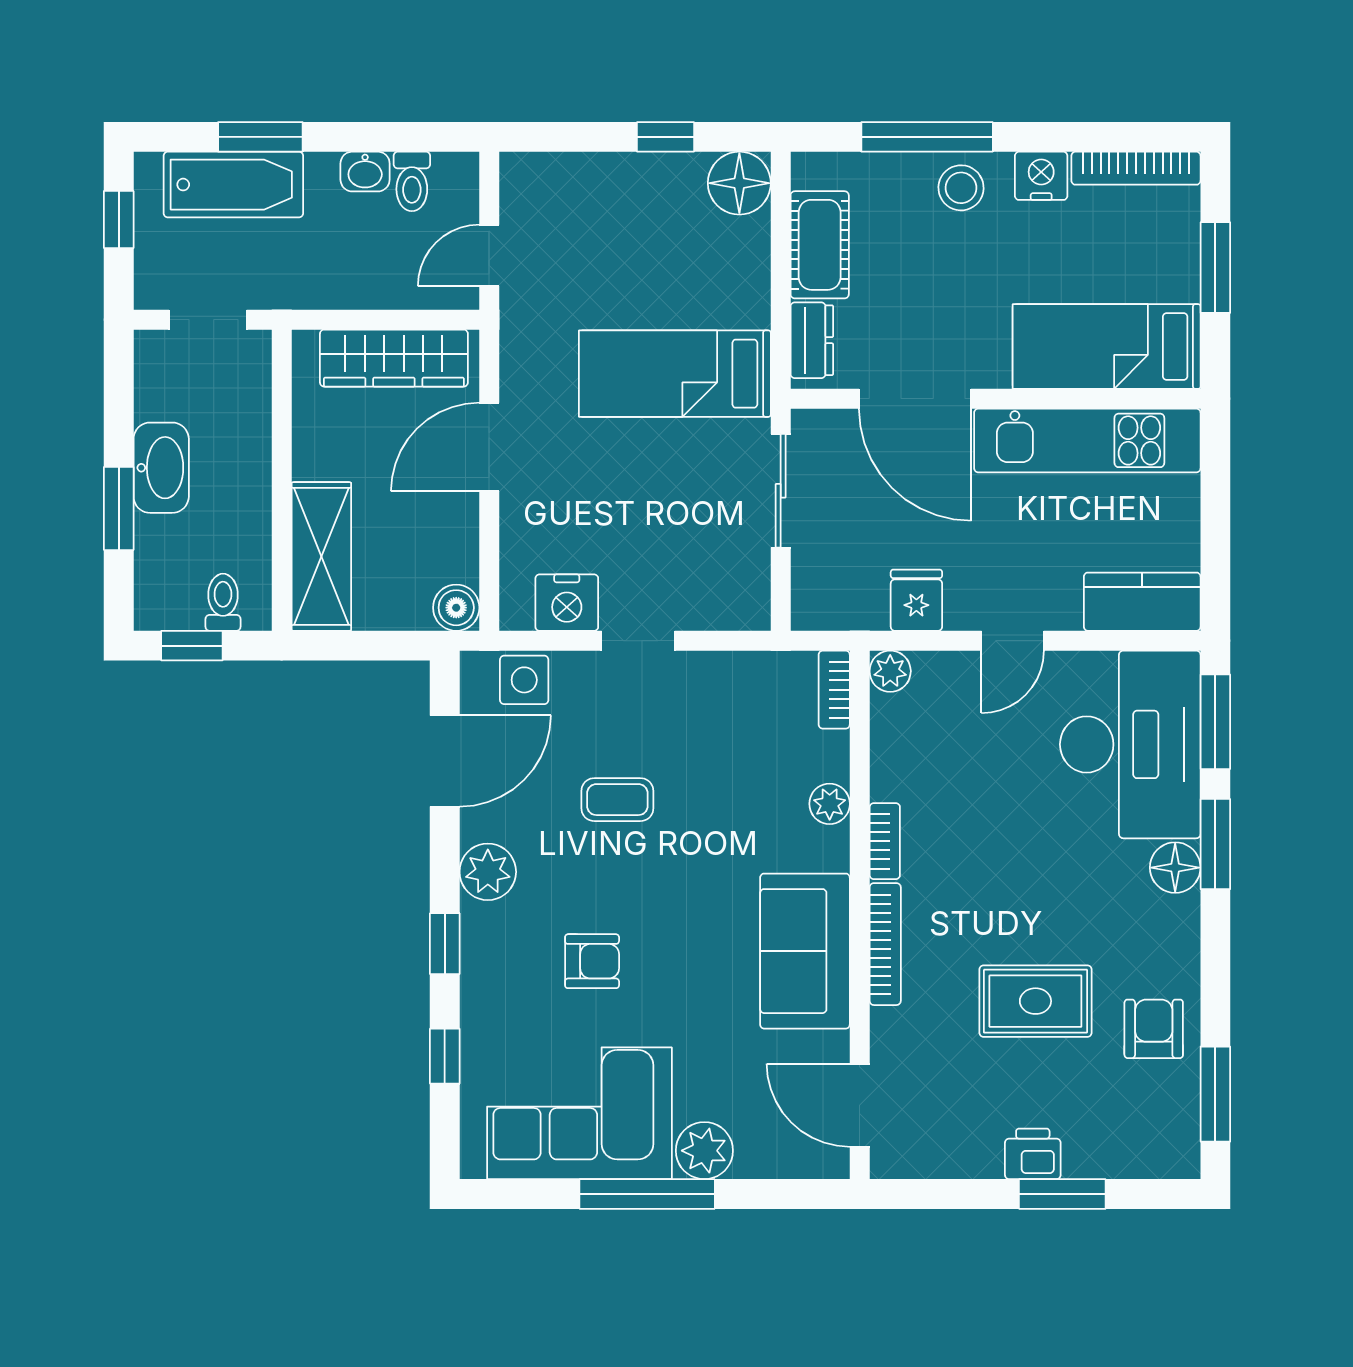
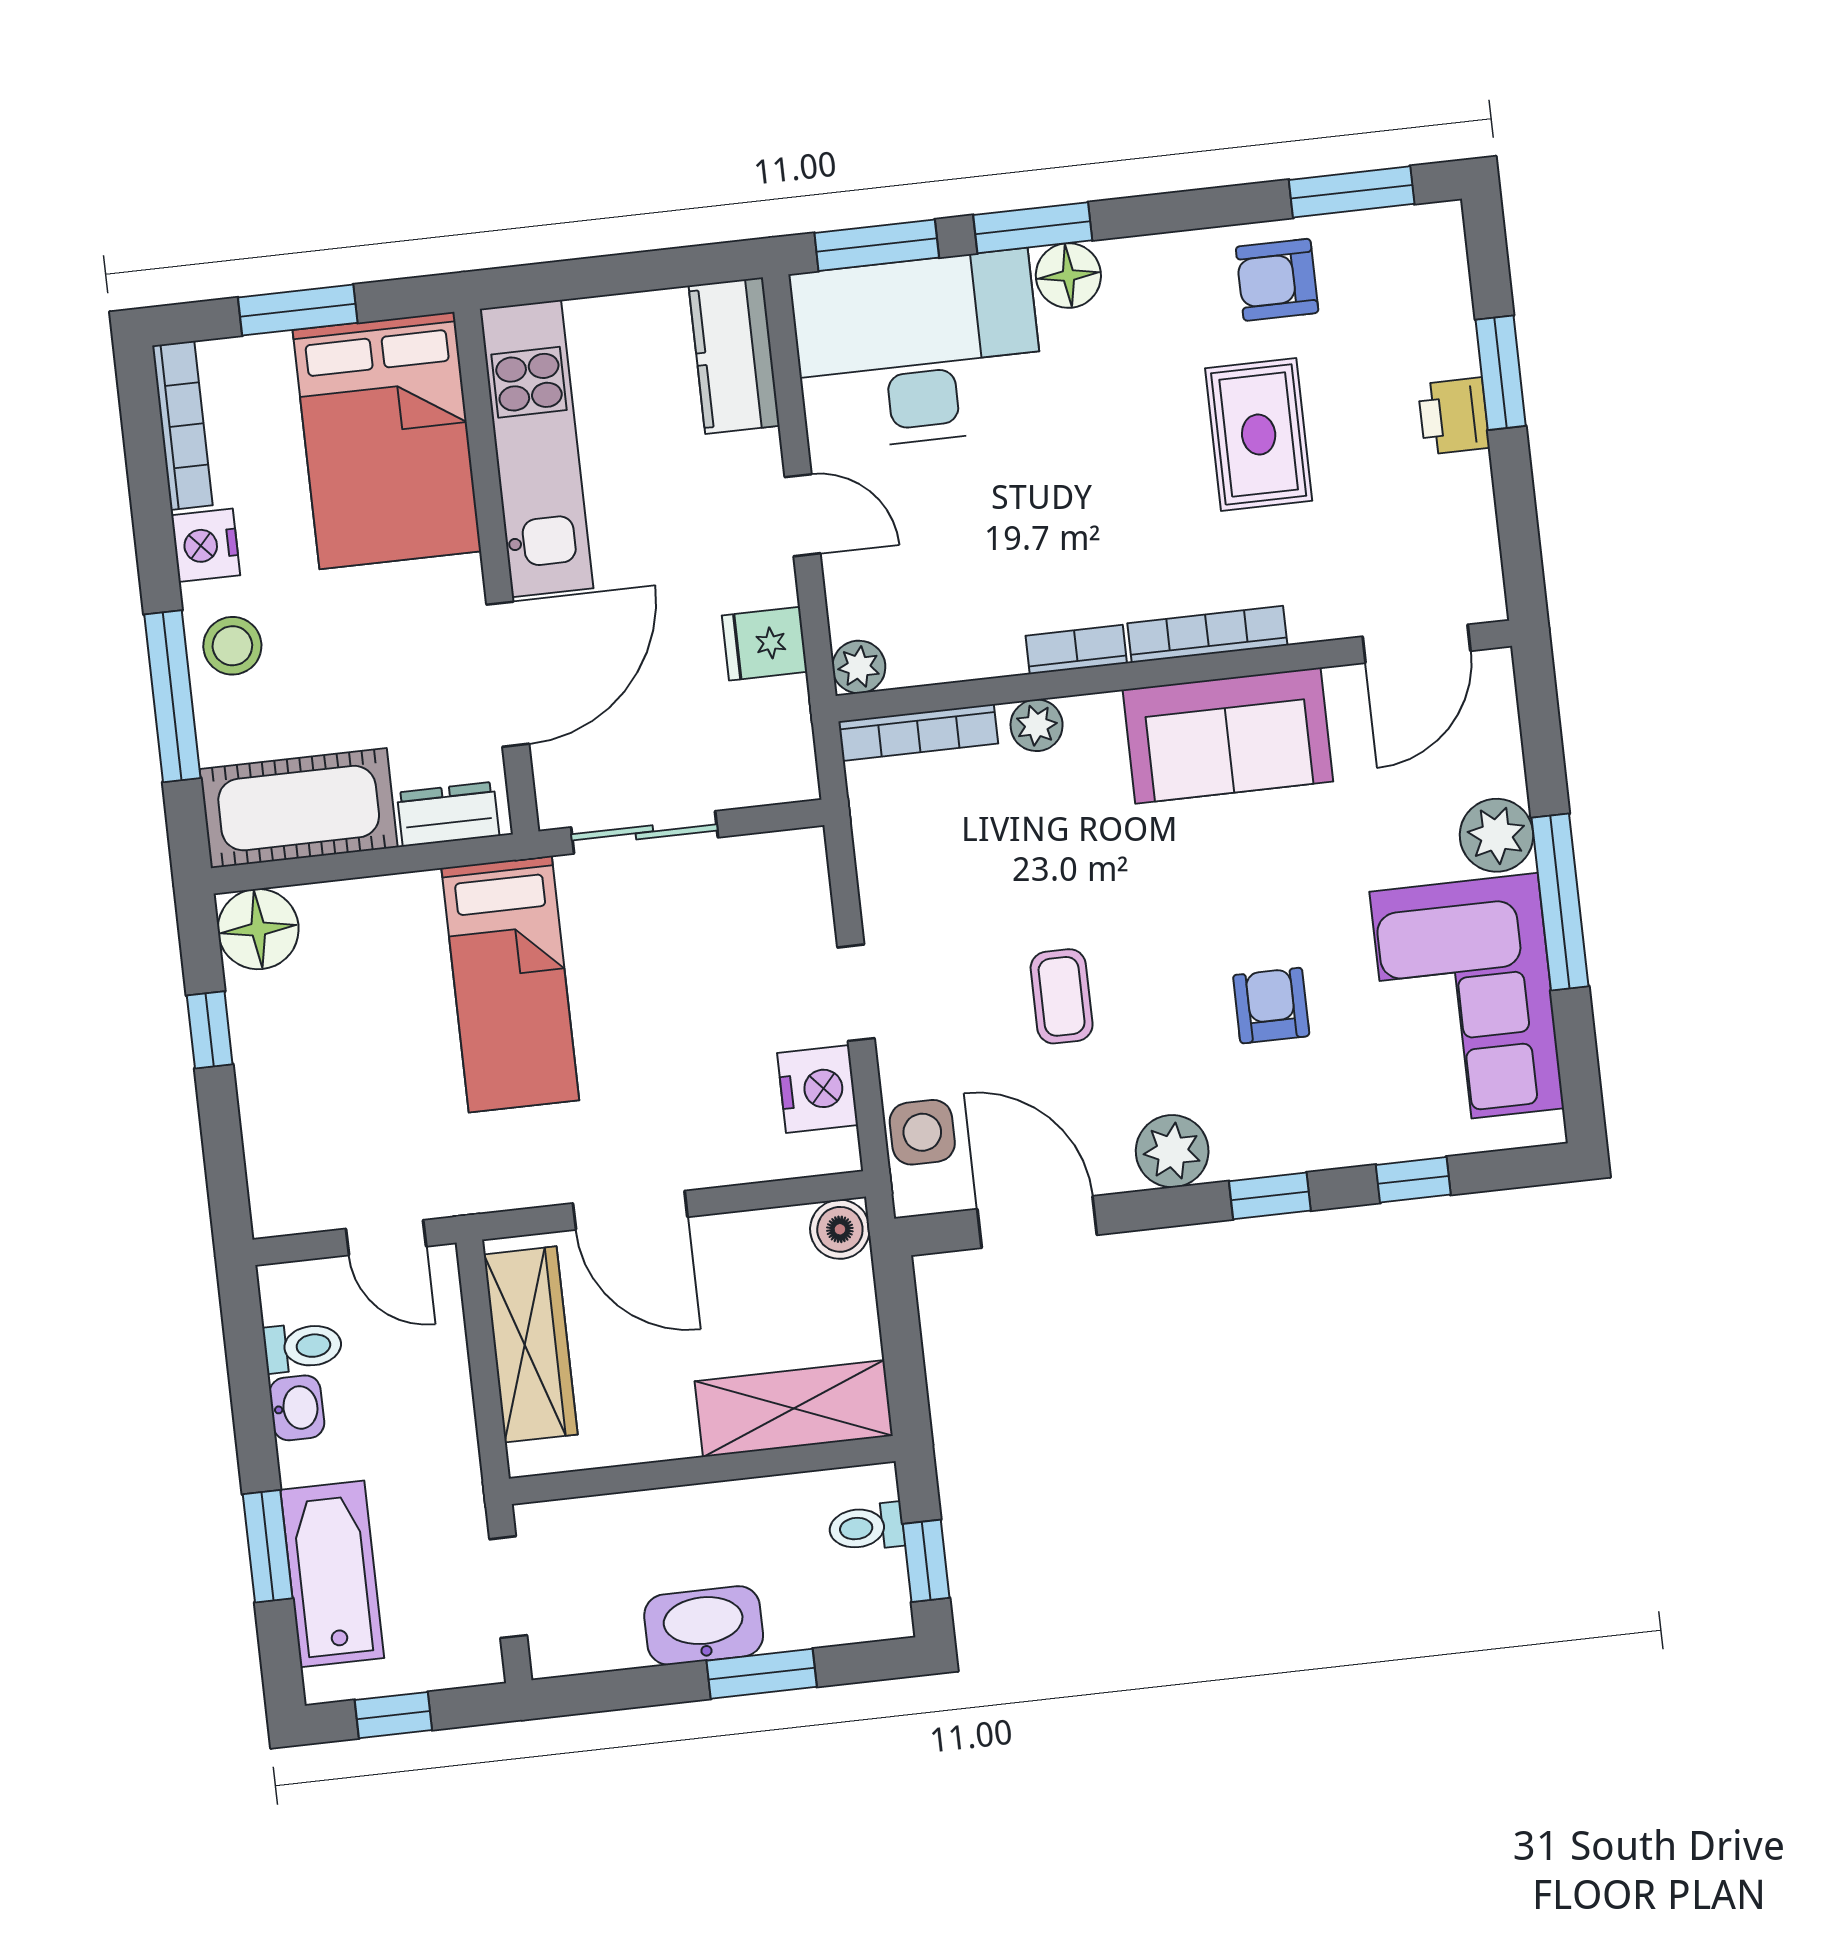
cot: (820, 245) -> (299, 808), width x1.37, depth x1.34
bed: (1107, 347) -> (387, 441), width x1.50
bookcase: (834, 690) -> (918, 733), width x1.56

